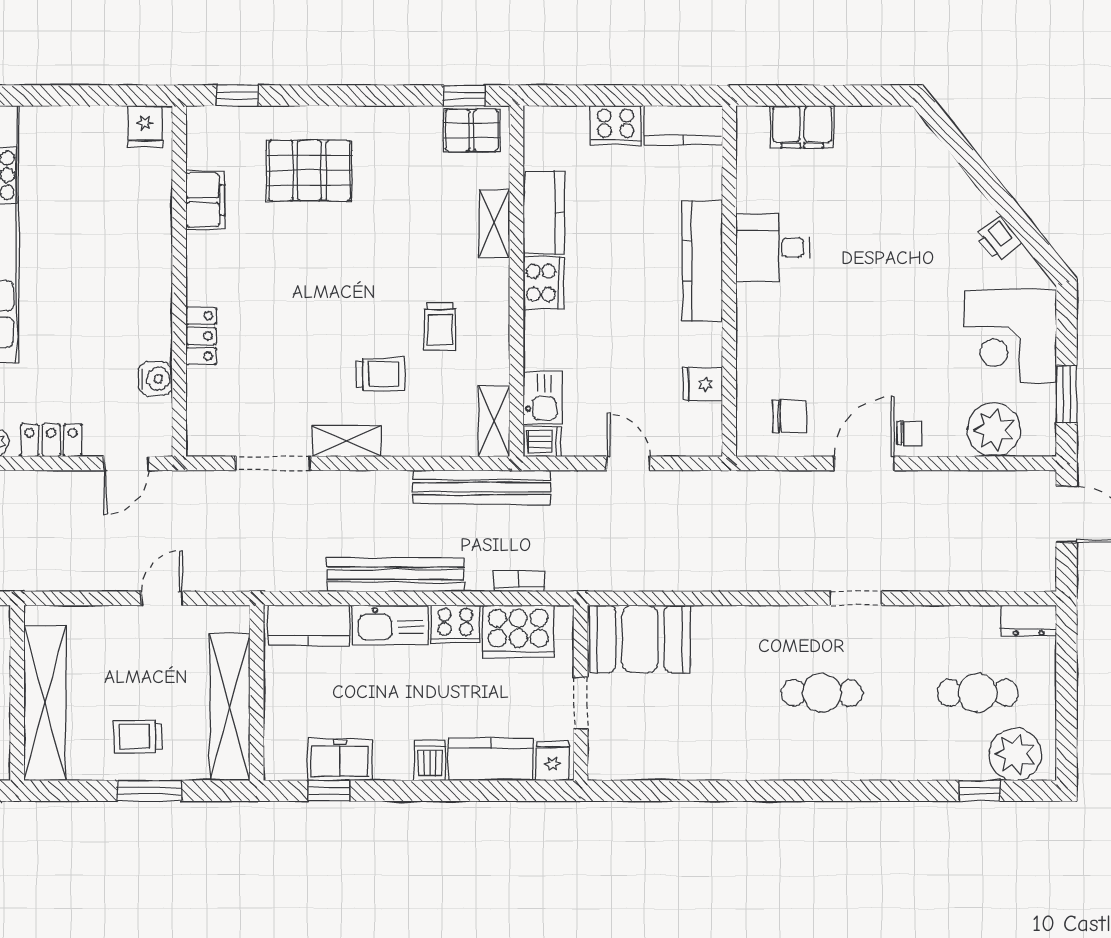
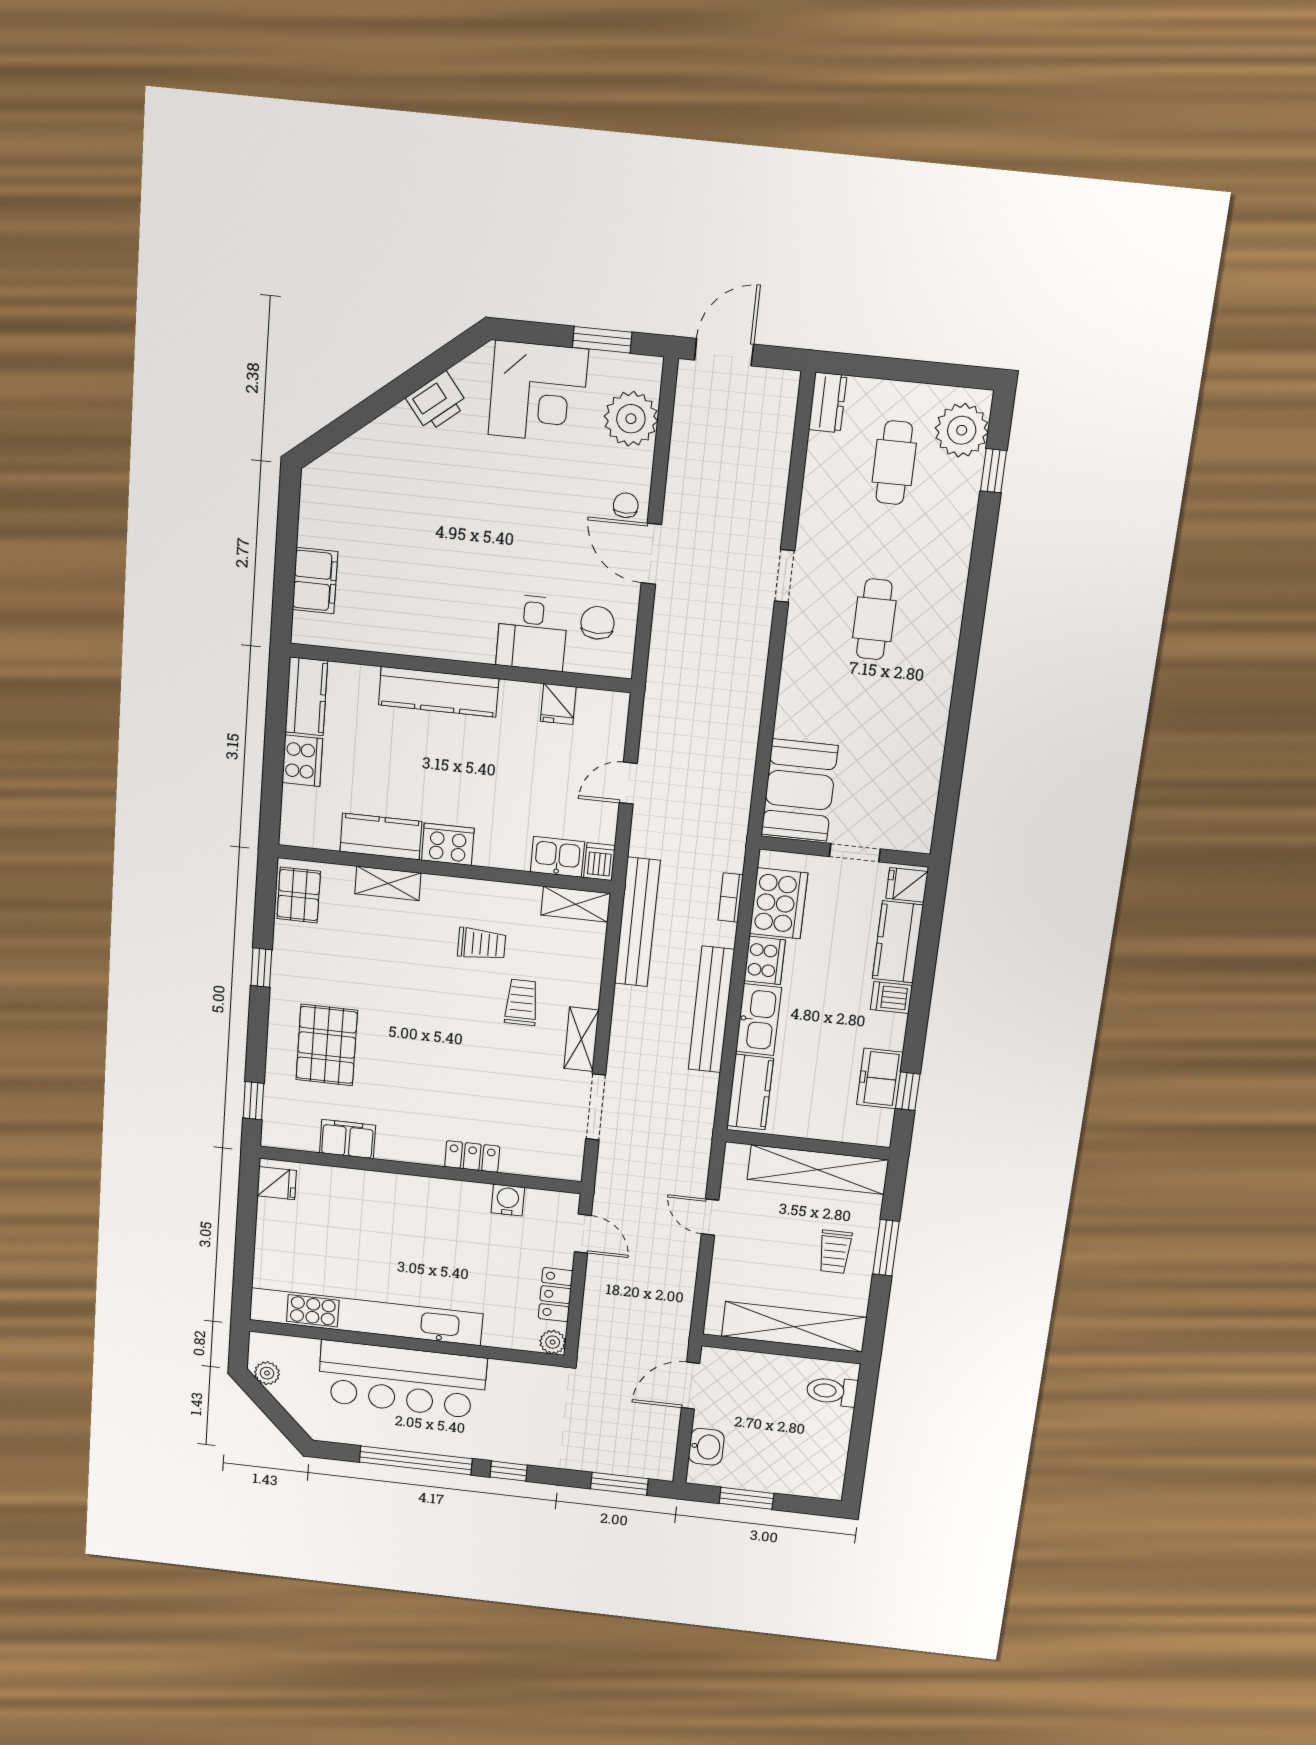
window: (464, 96) -> (261, 968), moved
printer: (998, 239) -> (437, 402), width x1.36, depth x1.24
desk: (773, 248) -> (532, 633), moved

